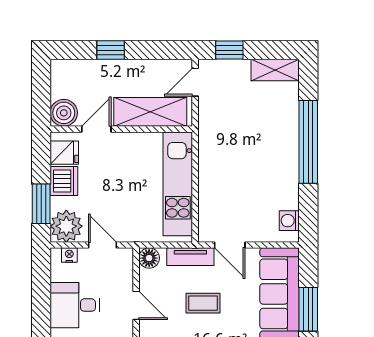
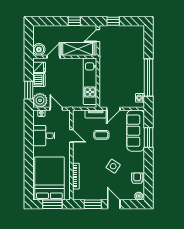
window: (111, 50) -> (74, 21), moved
shelving: (275, 70) -> (134, 30), removed
window: (308, 142) -> (149, 77), moved
door: (230, 245) -> (113, 109), hinge flipped
floor lamp: (149, 258) -> (77, 115), removed

